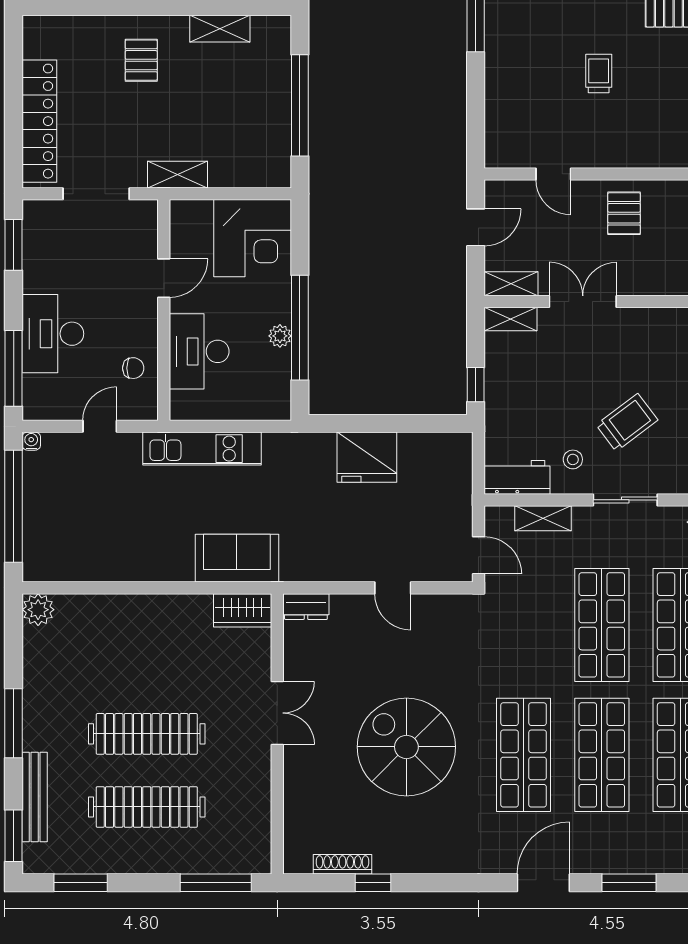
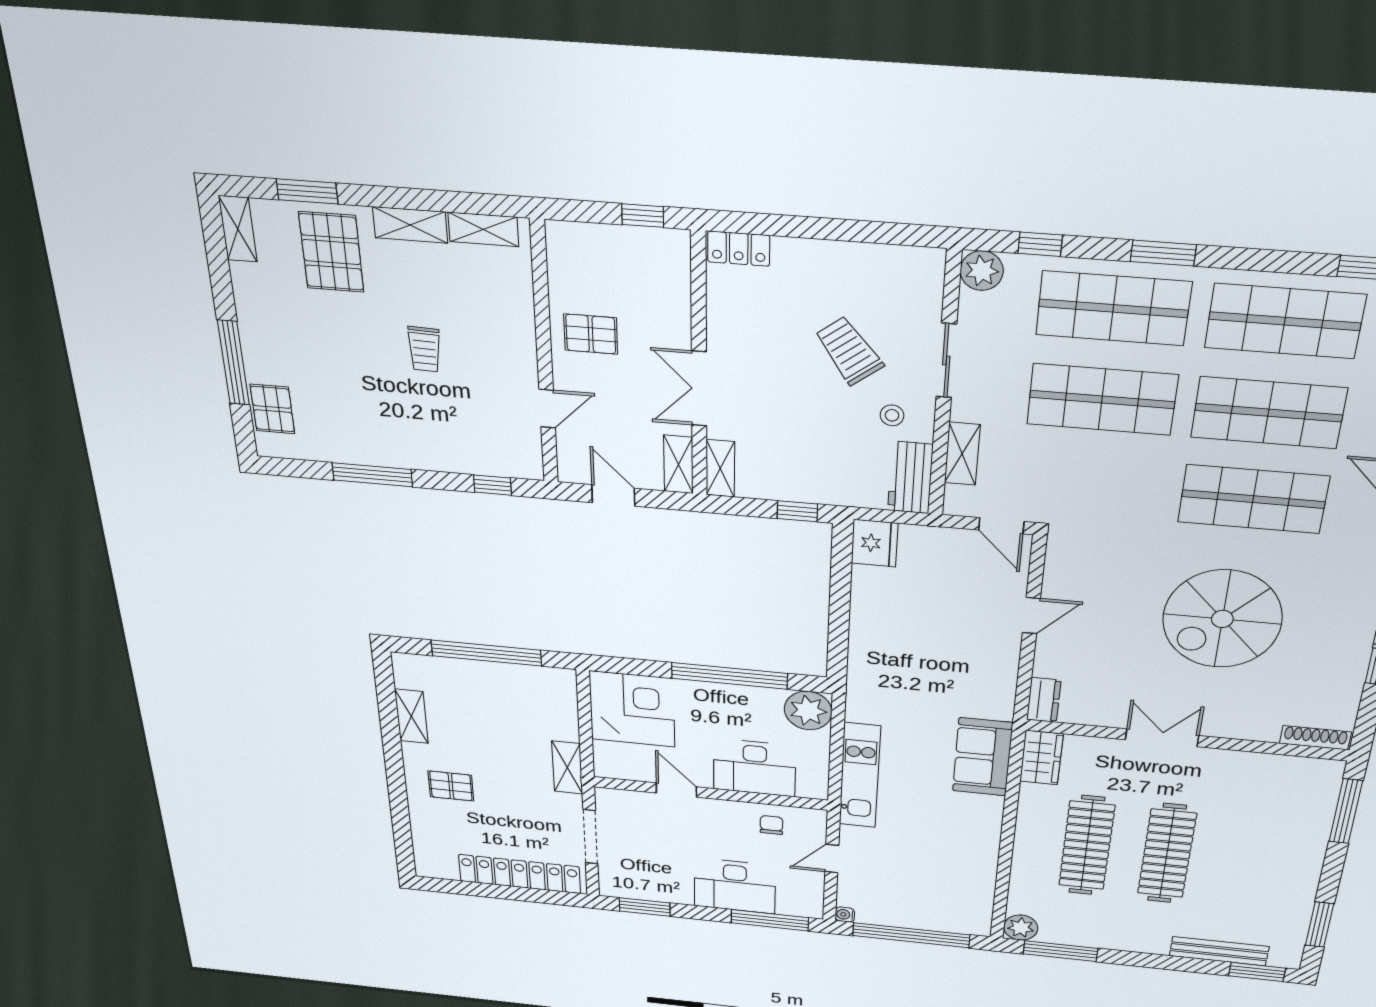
trolley: (599, 74) -> (424, 349), turned -88
window: (476, 123) -> (493, 485), added
plant: (280, 336) -> (808, 711), moved, width x1.87, depth x1.87
door: (100, 426) -> (832, 859), hinge flipped
fridge: (367, 457) -> (874, 543), moved, width x0.73, depth x0.75
door: (478, 555) -> (1001, 526), swing flipped
window: (14, 723) -> (1061, 951), moved
clothes rail: (147, 807) -> (1087, 846), moved
shoe rack: (342, 864) -> (1315, 738), moved, turned 90

